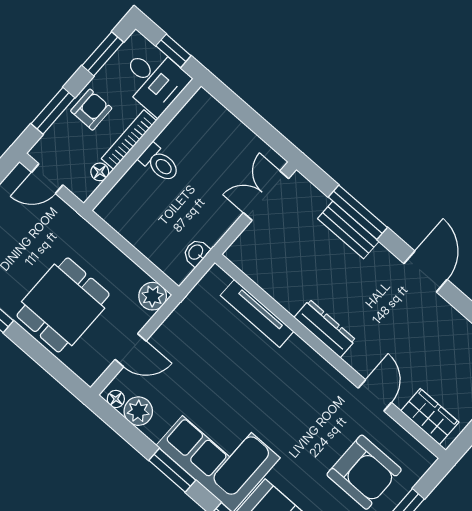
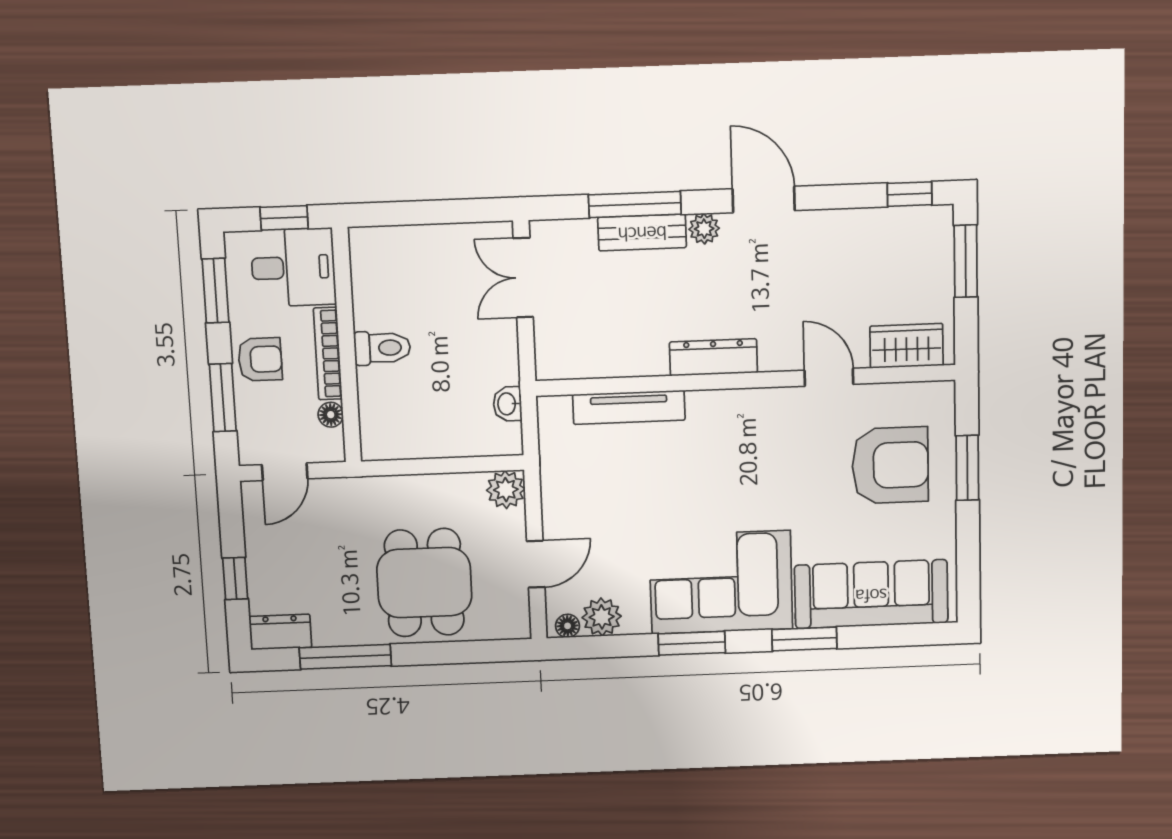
armchair: (91, 110) -> (260, 359), turned 90
plant: (382, 258) -> (704, 229), added

